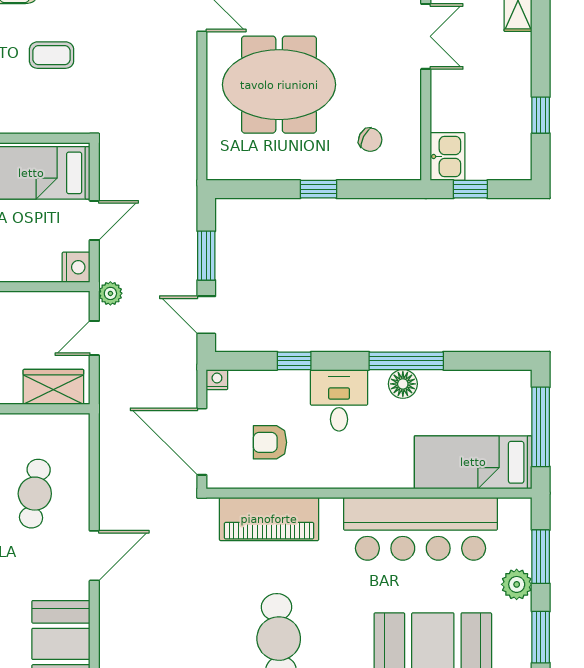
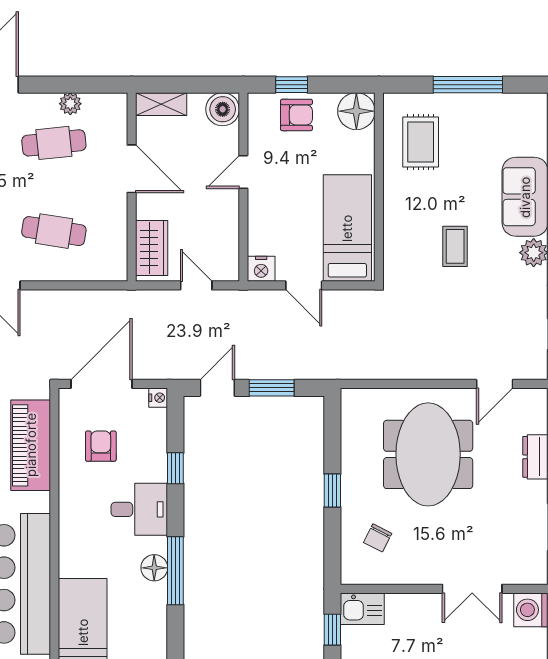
plant: (110, 293) -> (237, 300), removed

